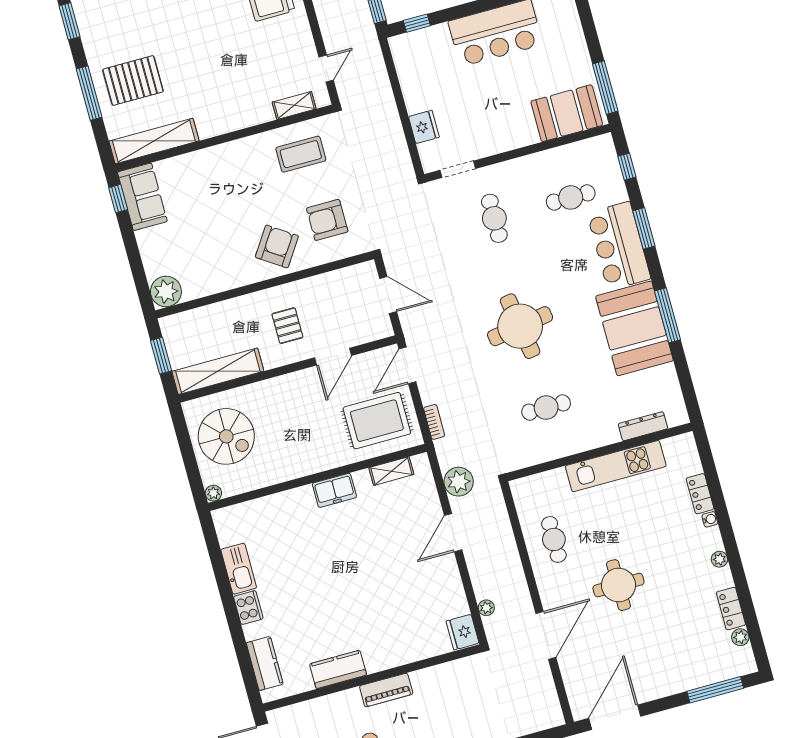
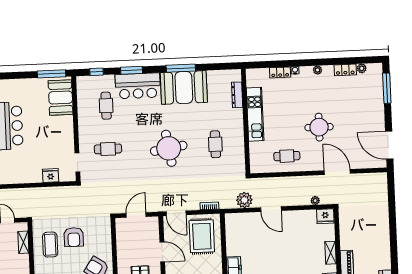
armchair: (327, 220) -> (74, 237), moved
shelving: (391, 471) -> (331, 253), moved

